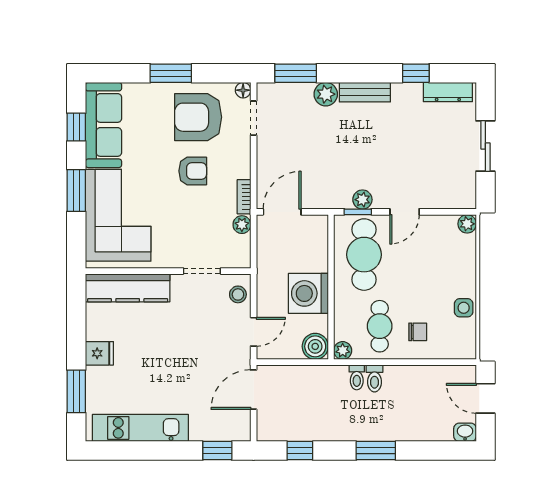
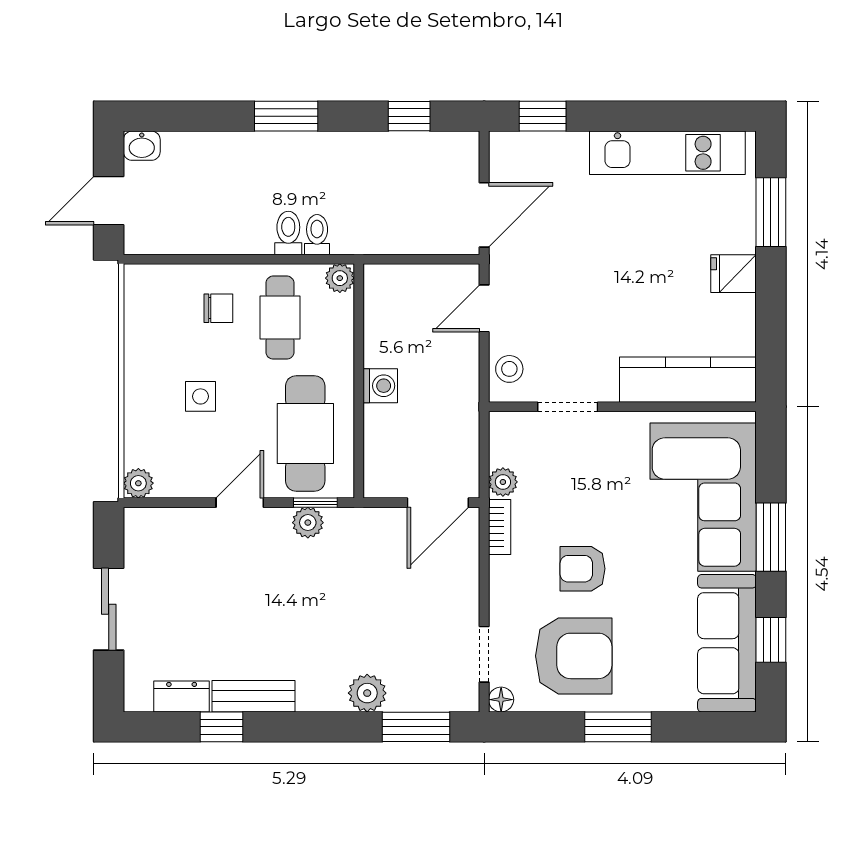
bench: (365, 92) -> (254, 696), moved
dresser: (448, 92) -> (182, 697), width x0.70
washing machine: (308, 293) -> (380, 386), width x0.53, depth x0.53
side table: (464, 308) -> (200, 396), moved
chair: (418, 332) -> (218, 308), turned 180
boiler: (315, 346) -> (384, 285), removed
door: (485, 398) -> (109, 201), swing flipped

